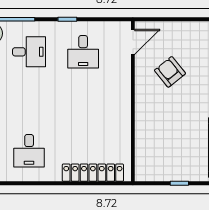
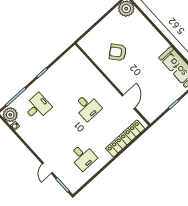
door: (133, 42) -> (129, 102), moved
desk: (83, 52) -> (87, 107), moved

